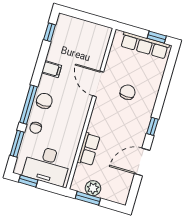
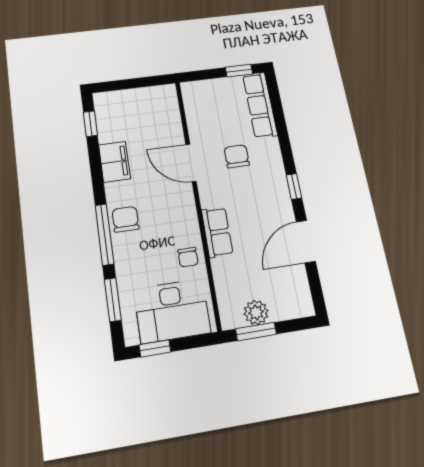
row of seats: (145, 45) -> (260, 105), moved, turned 90
filing cabinet: (52, 69) -> (115, 162), width x2.00
chair: (36, 128) -> (188, 257), moved
row of seats: (89, 149) -> (217, 232), moved

